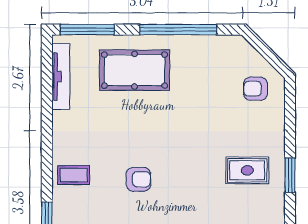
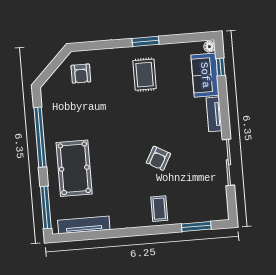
armchair: (139, 179) -> (158, 158), turned -151

